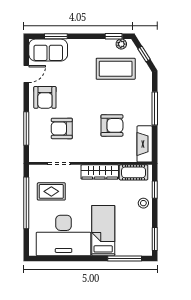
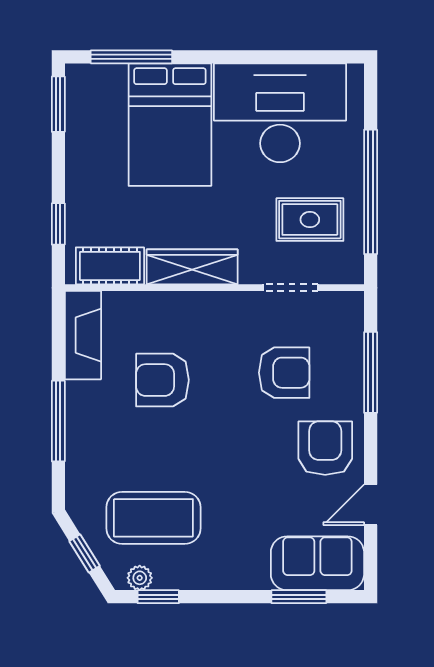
stool: (143, 203) -> (86, 191), removed
bed: (103, 231) -> (170, 125), width x1.50

